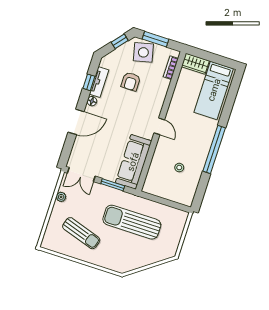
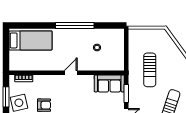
wardrobe: (195, 64) -> (15, 61), removed
sofa: (133, 162) -> (109, 83), width x0.73
sun lounger: (132, 222) -> (150, 70), width x0.73, depth x0.75

